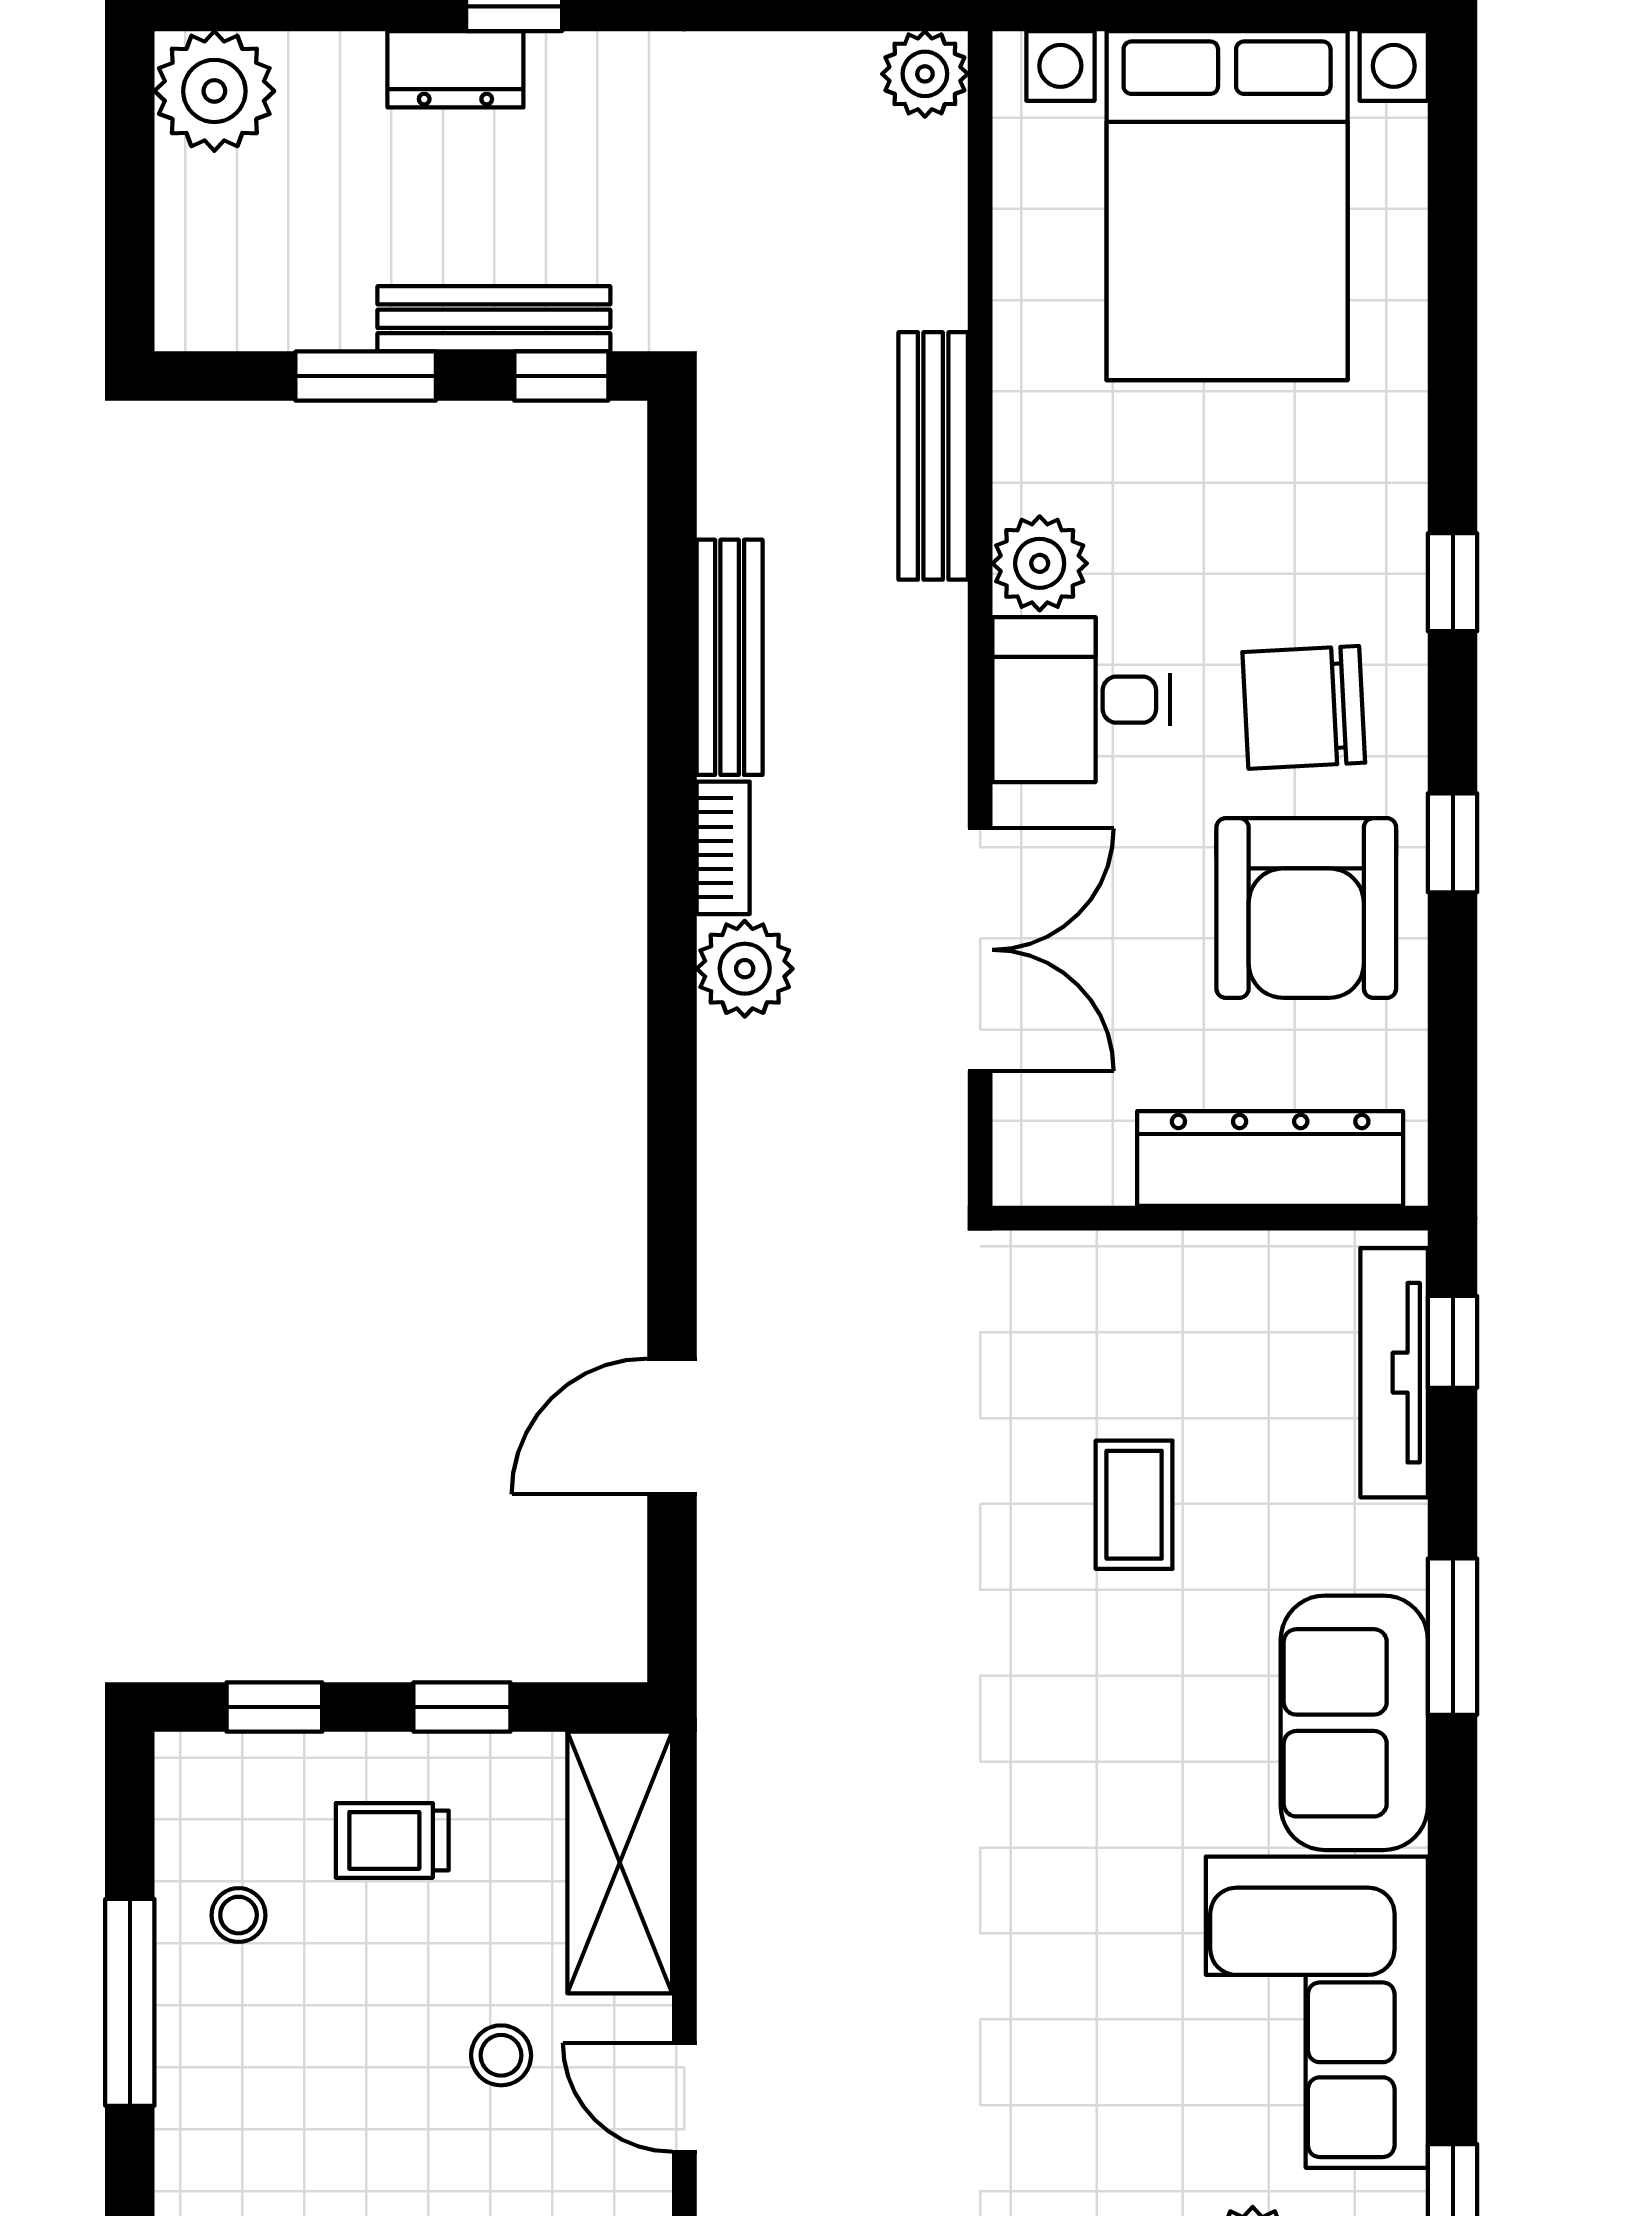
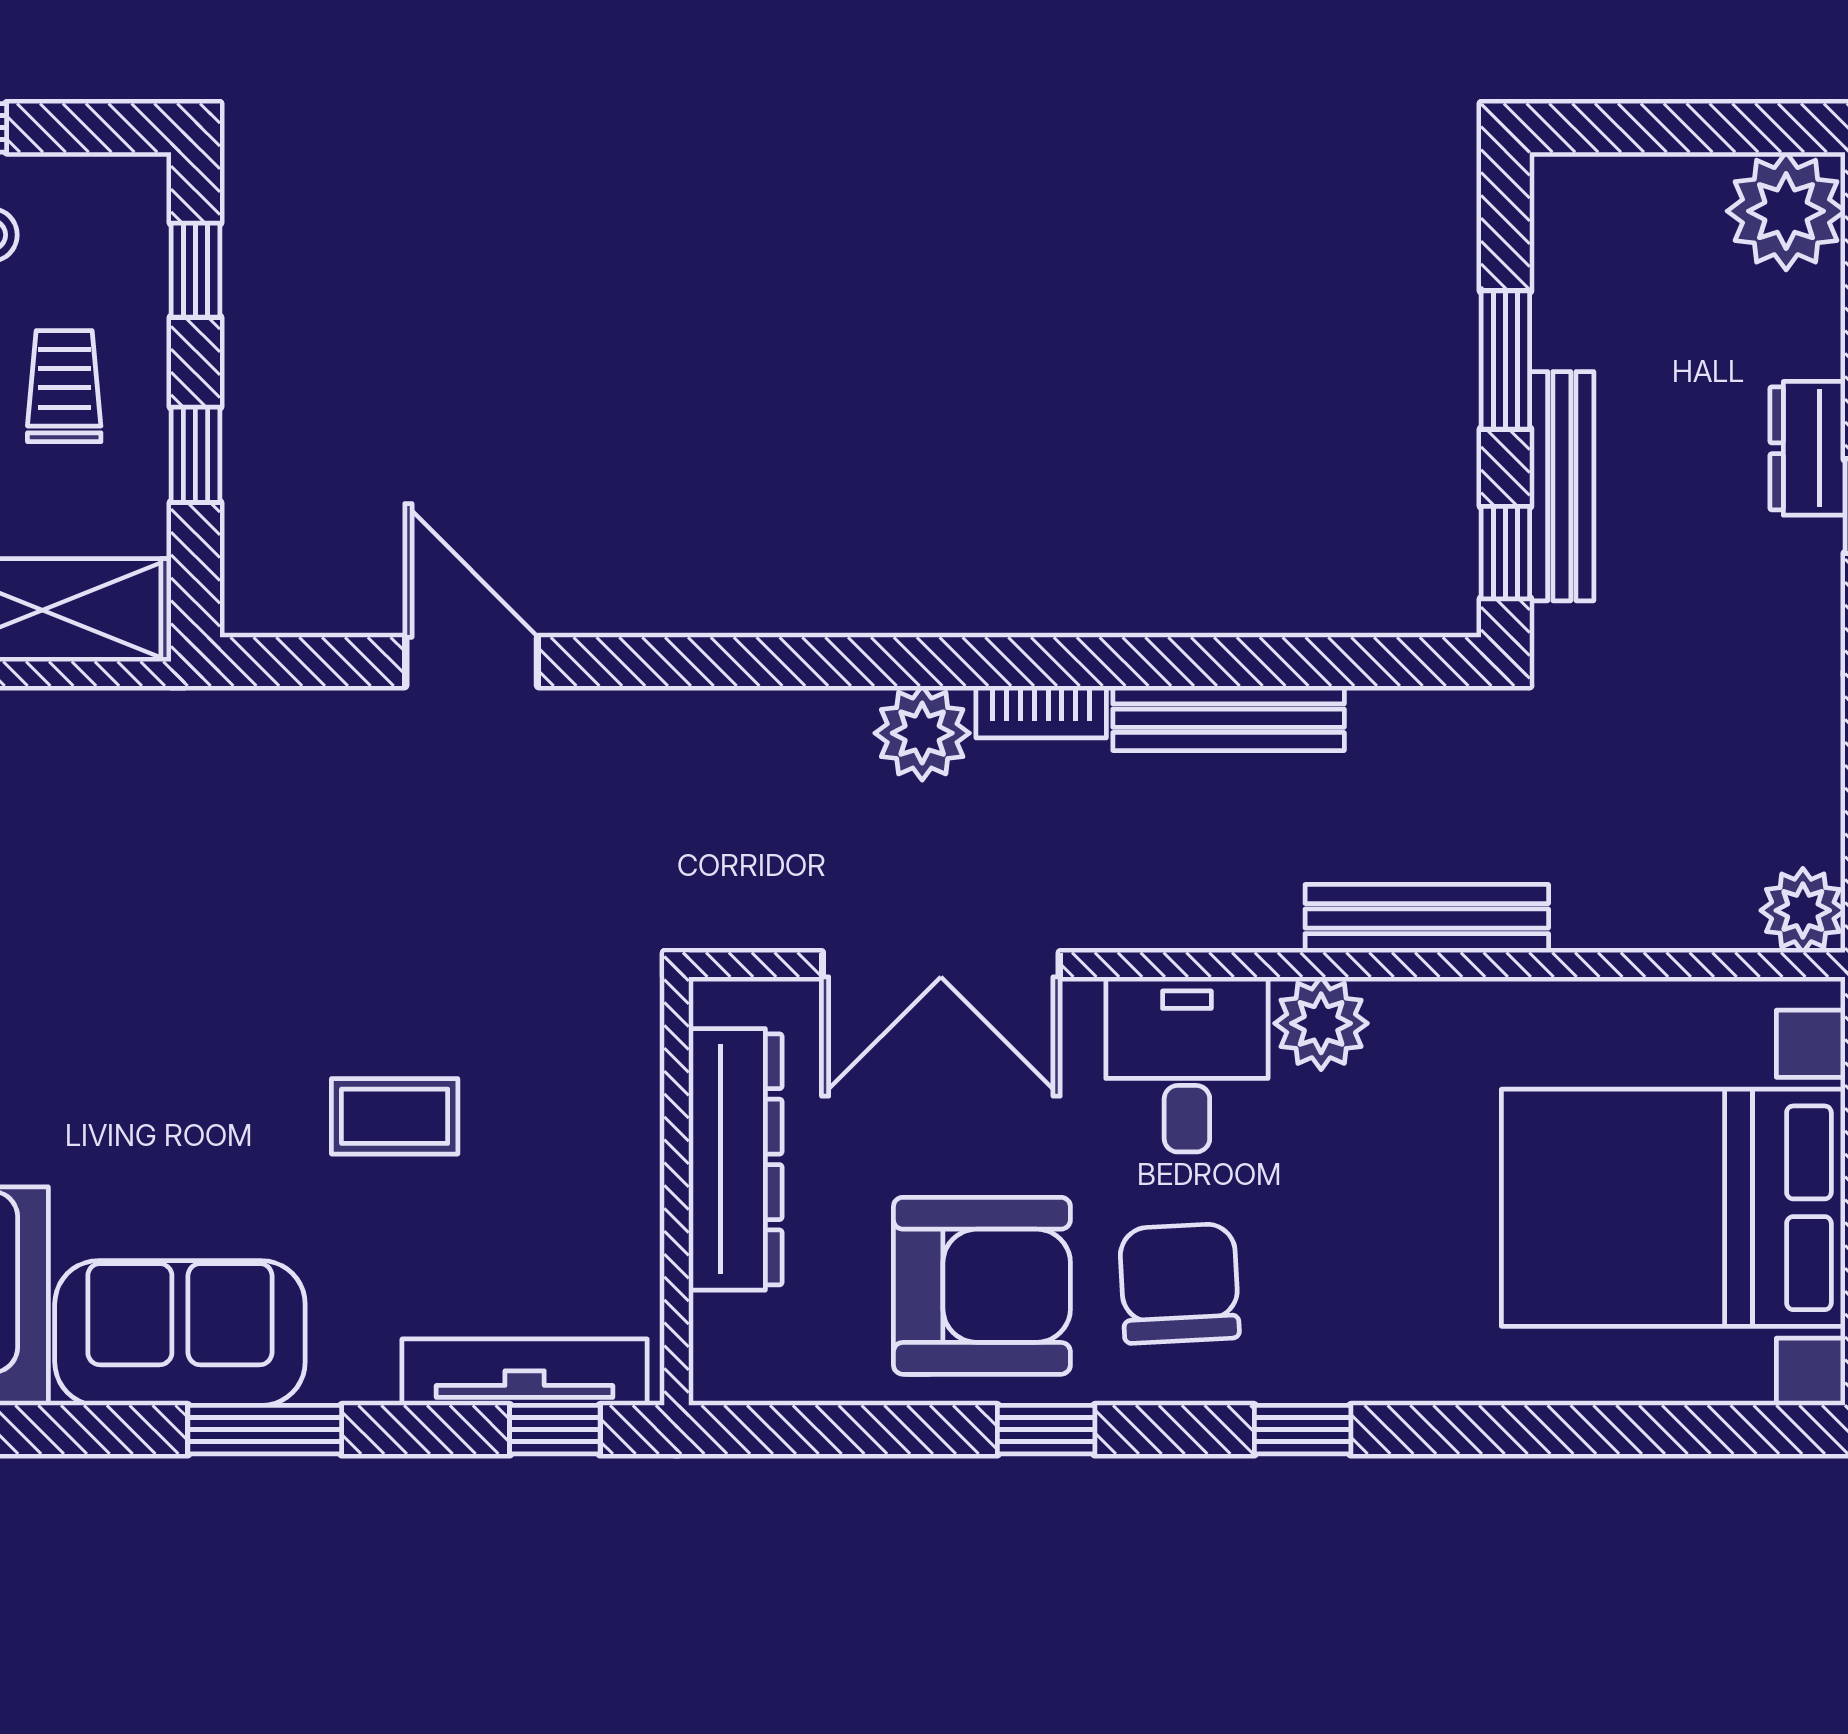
armchair: (1306, 908) -> (982, 1286), turned 180
dresser: (1270, 1158) -> (735, 1159), moved

